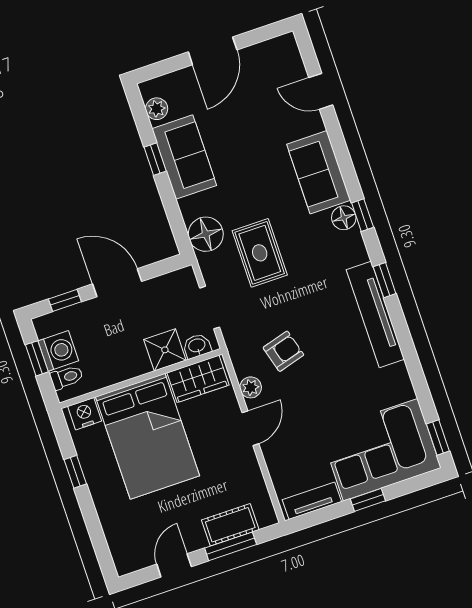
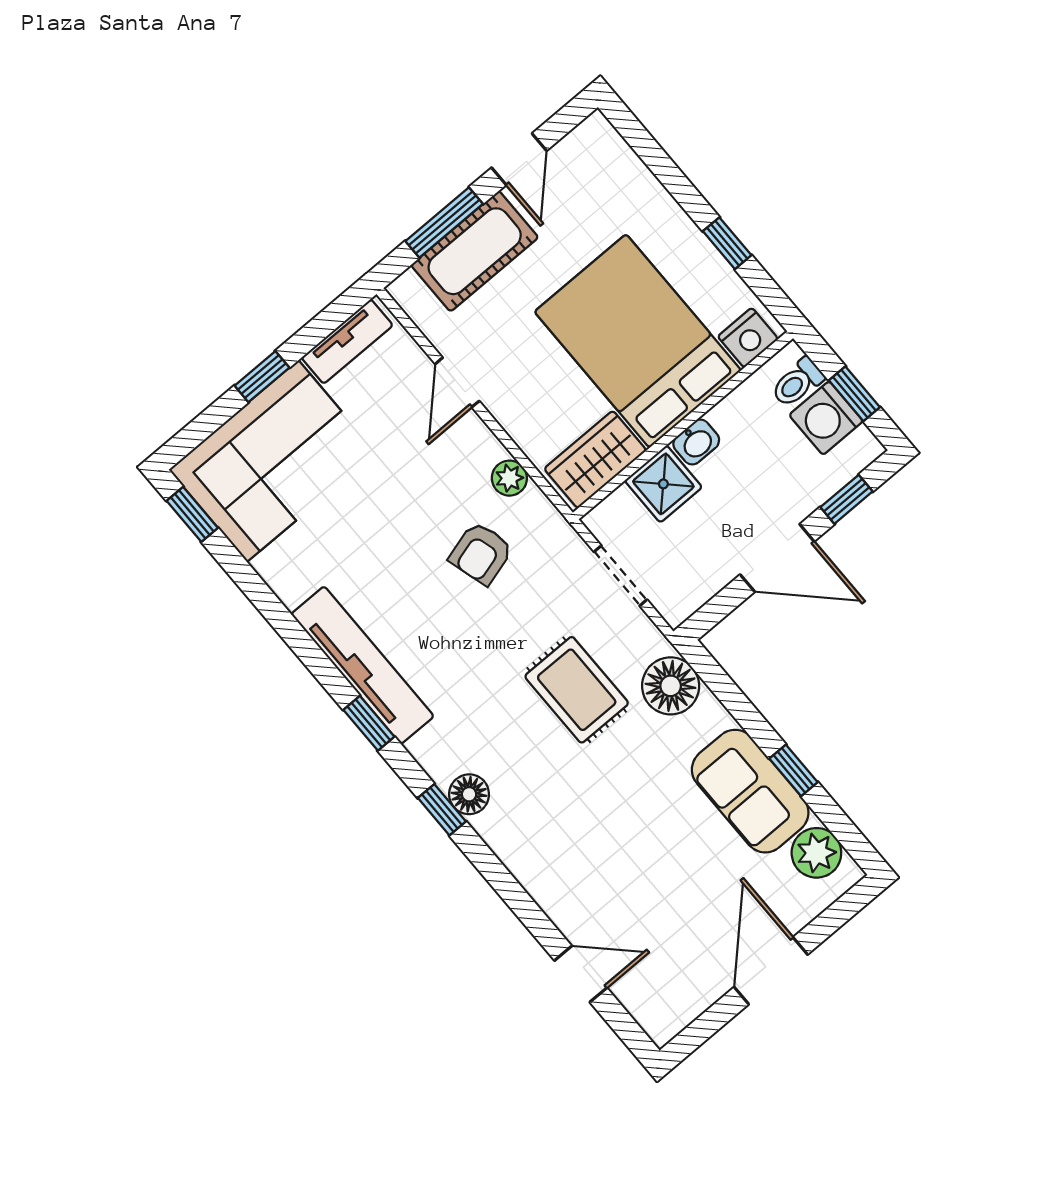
plant: (157, 109) -> (816, 853), width x1.38, depth x1.38
sofa: (319, 172) -> (535, 849), removed
washbasin: (197, 346) -> (696, 442), moved
door: (250, 428) -> (457, 382), moved
cot: (230, 525) -> (475, 251), width x1.37, depth x1.34

